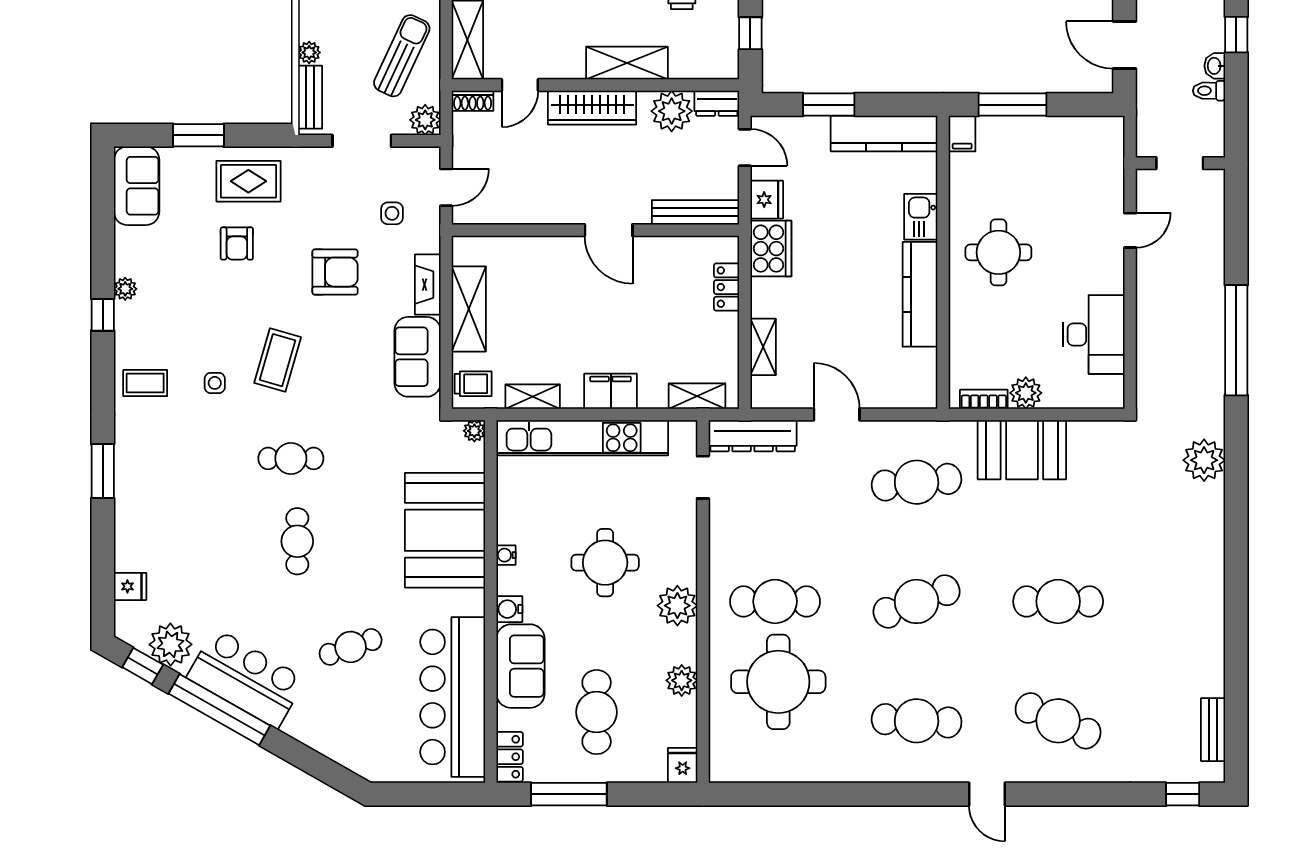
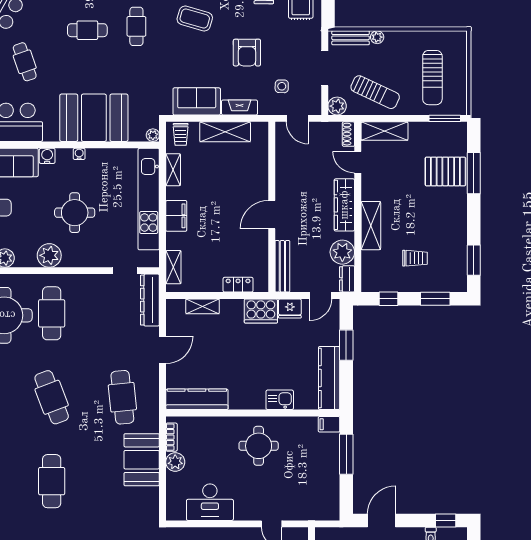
kitchen counter: (920, 294) -> (197, 399), moved

